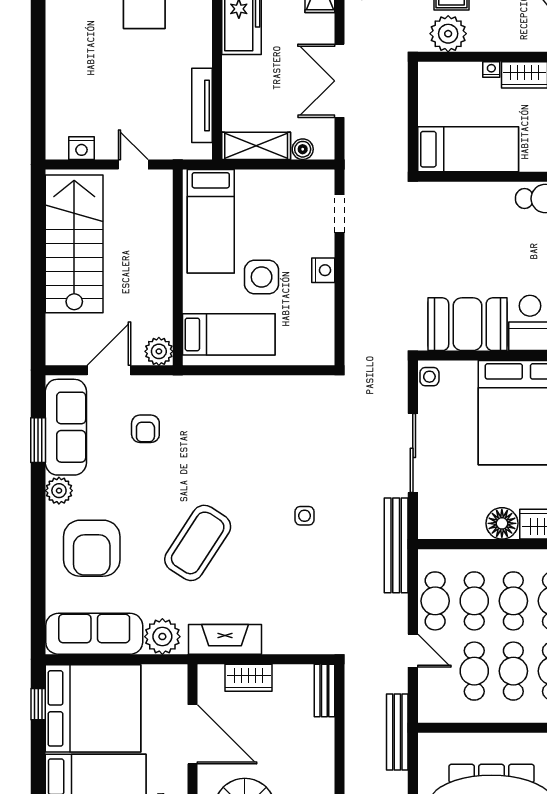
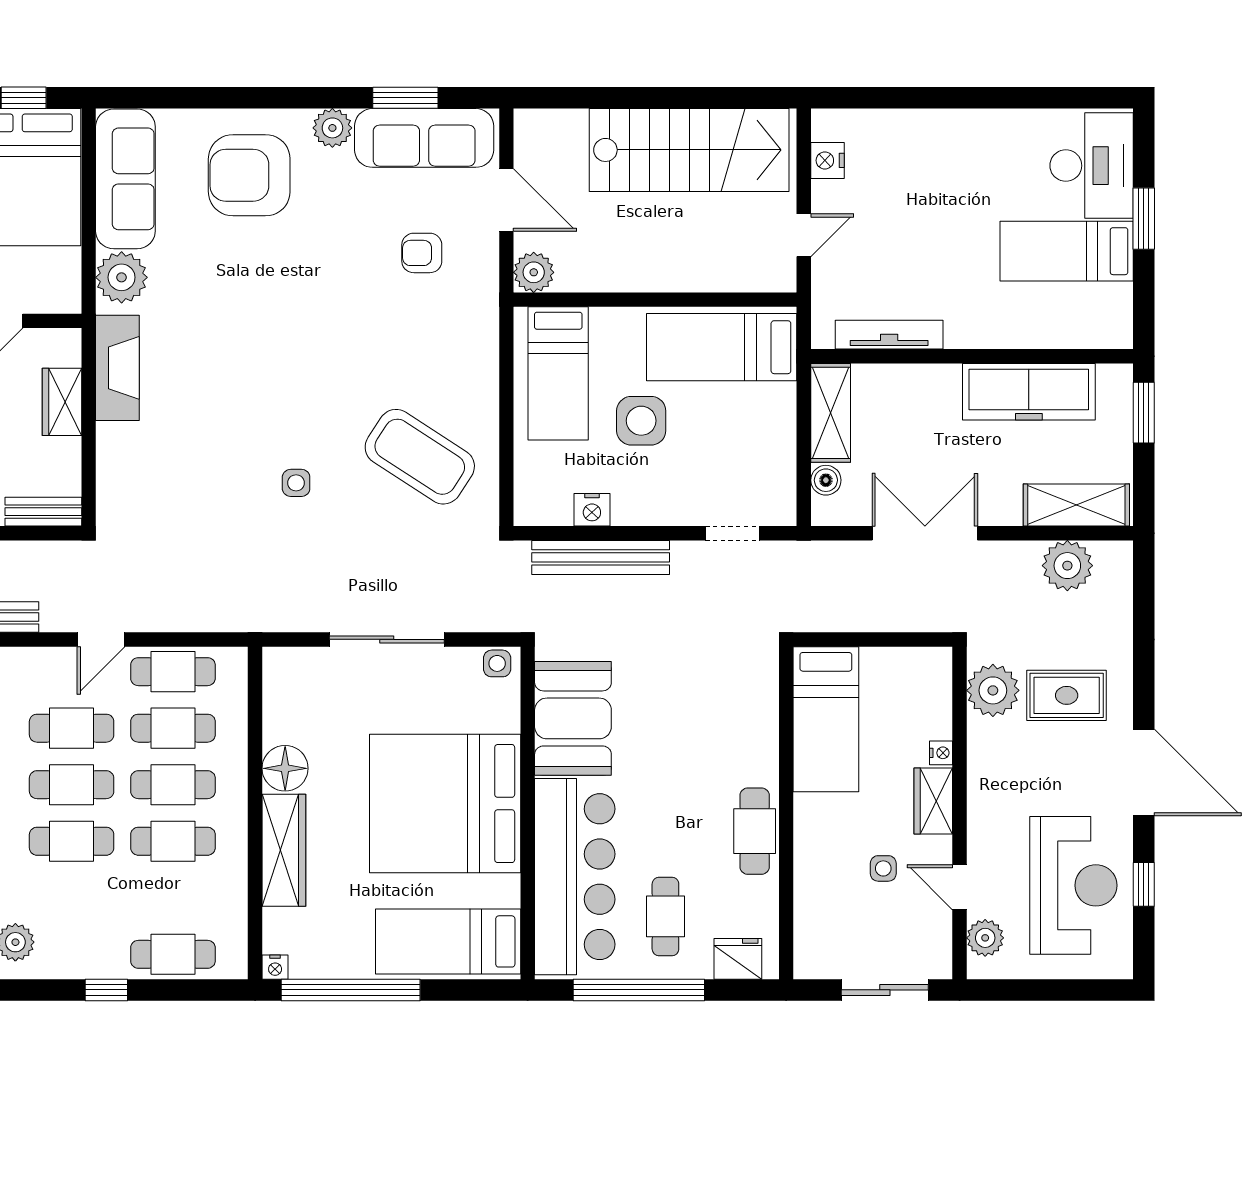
nightstand: (323, 270) -> (592, 510), moved
coffee table: (198, 543) -> (420, 457), moved
bench: (396, 545) -> (601, 557), moved

